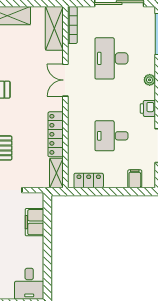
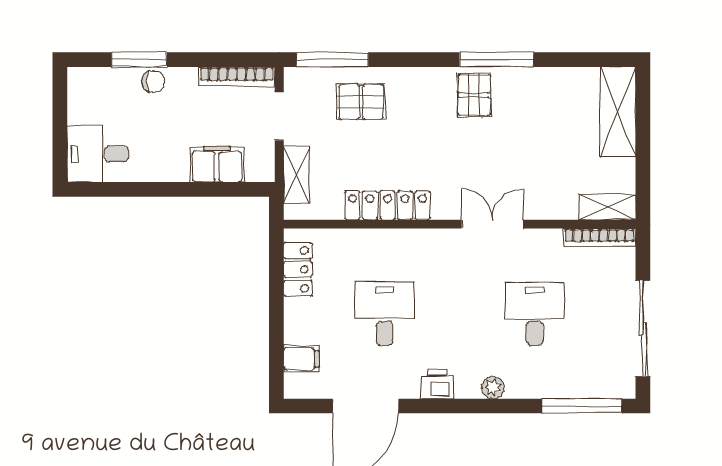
shelving: (54, 28) -> (607, 207), width x0.67, depth x0.75
desk: (111, 58) -> (535, 314), width x0.73
shelving: (56, 173) -> (297, 175), moved, turned 90

